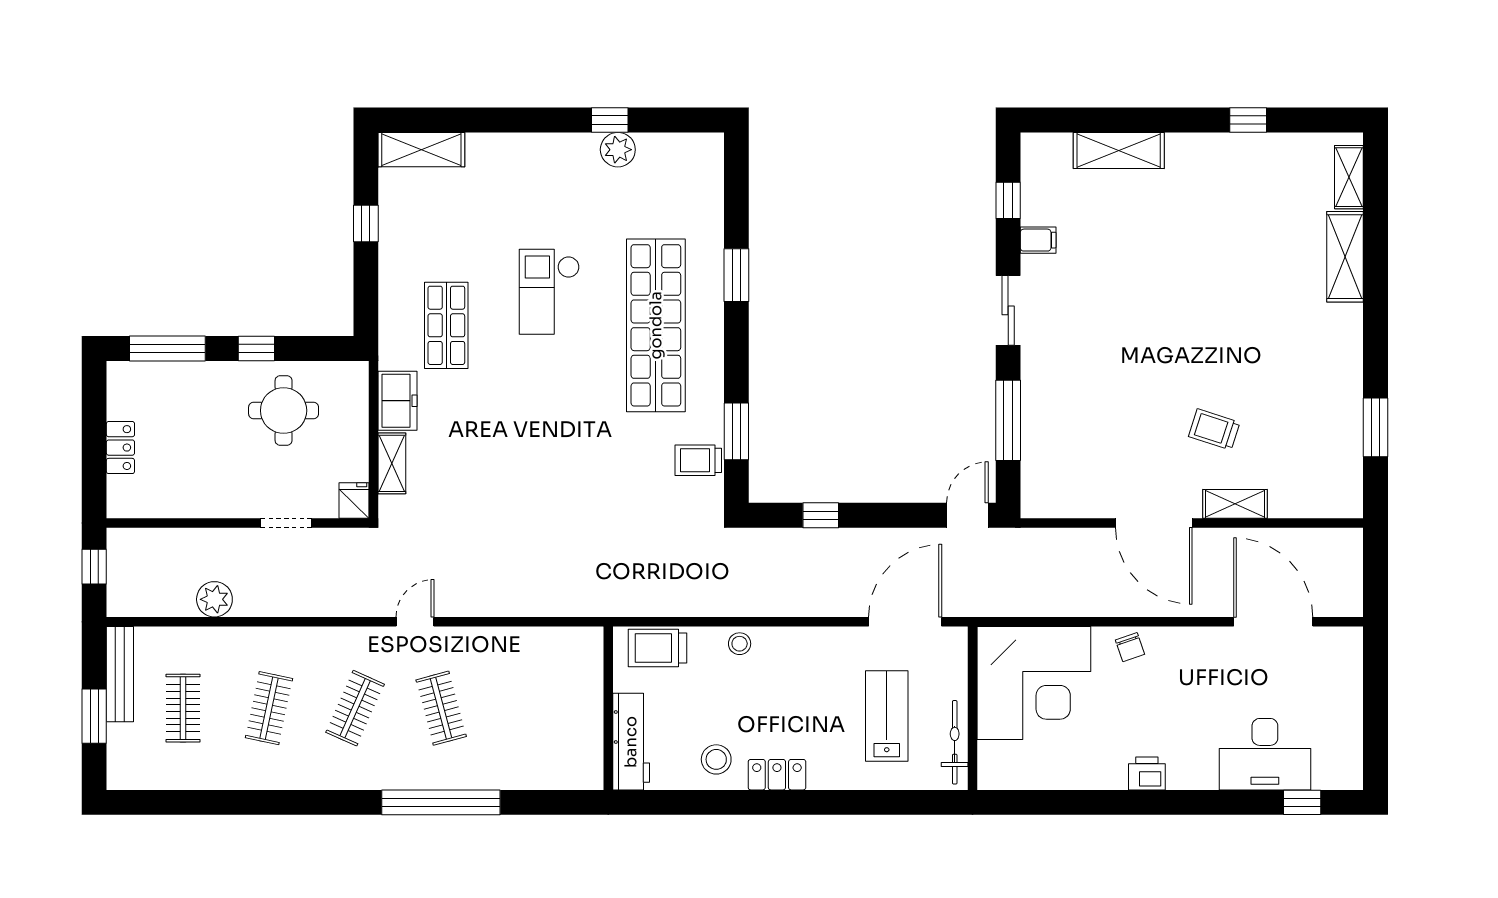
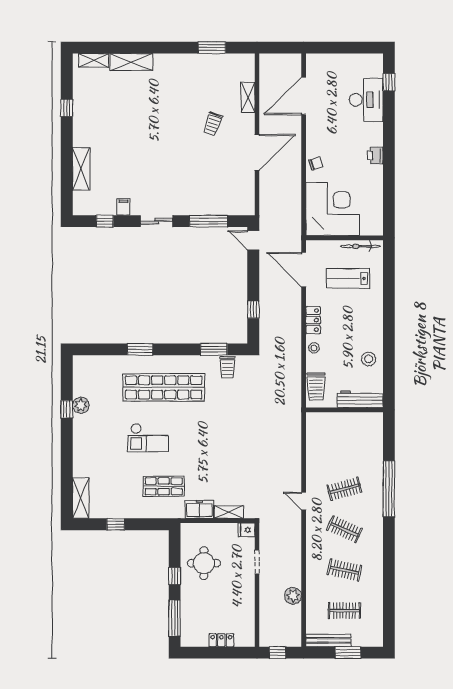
shelving: (1235, 504) -> (248, 98), moved
locker: (777, 775) -> (313, 320), moved, turned 180

